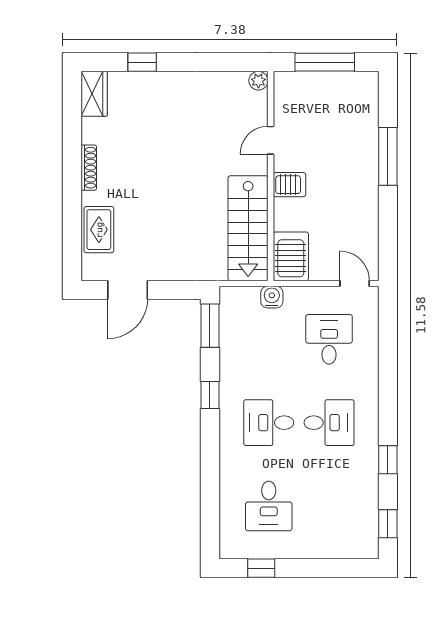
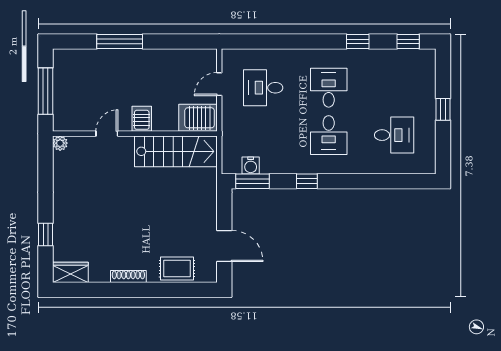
door: (271, 140) -> (107, 134), swing flipped
door: (355, 283) -> (219, 84), moved
water cooler: (272, 297) -> (251, 166), moved, turned -90
window: (261, 568) -> (443, 109), moved

